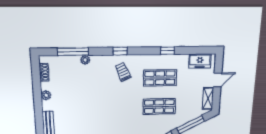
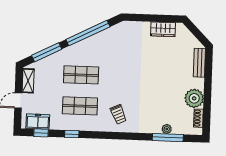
window: (120, 51) -> (41, 133), moved
plant: (85, 60) -> (167, 129), moved
plant: (46, 95) -> (194, 98), width x1.88, depth x1.88

